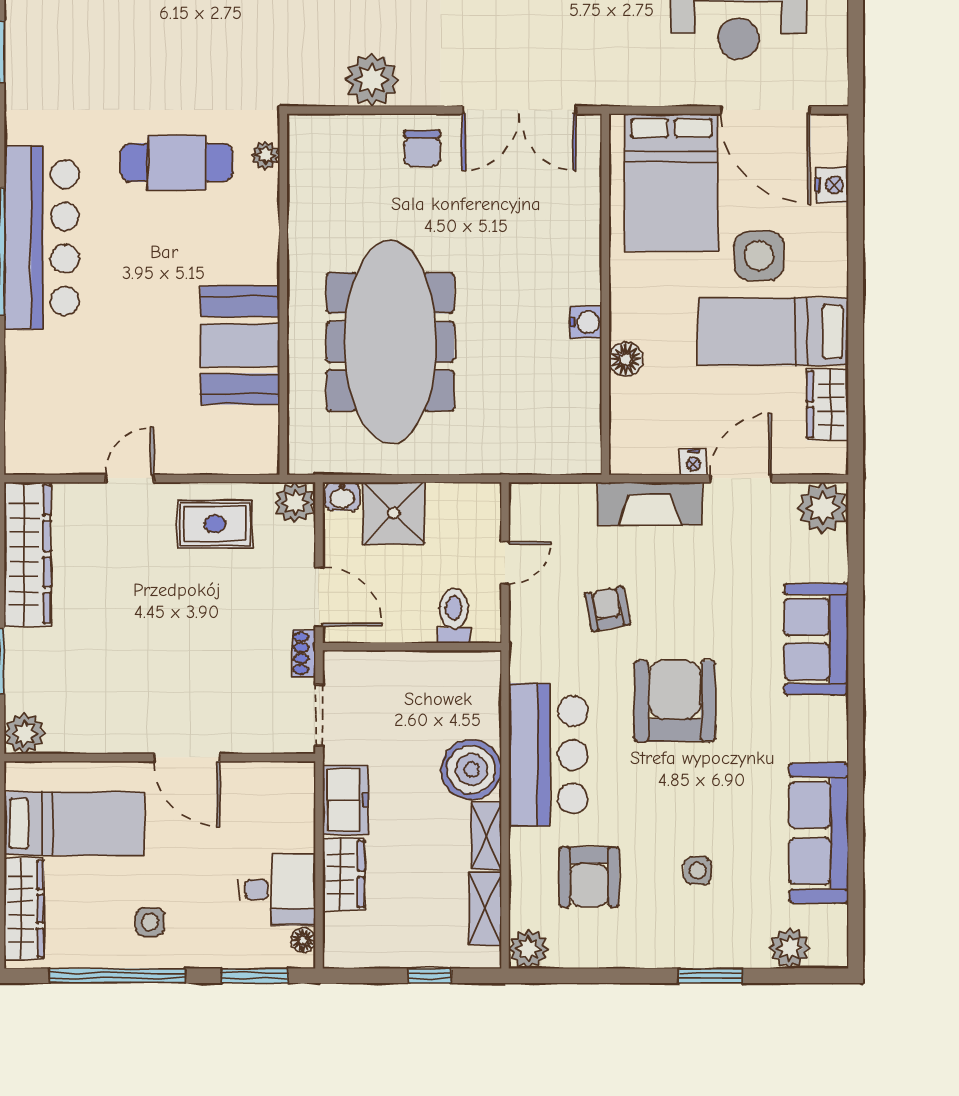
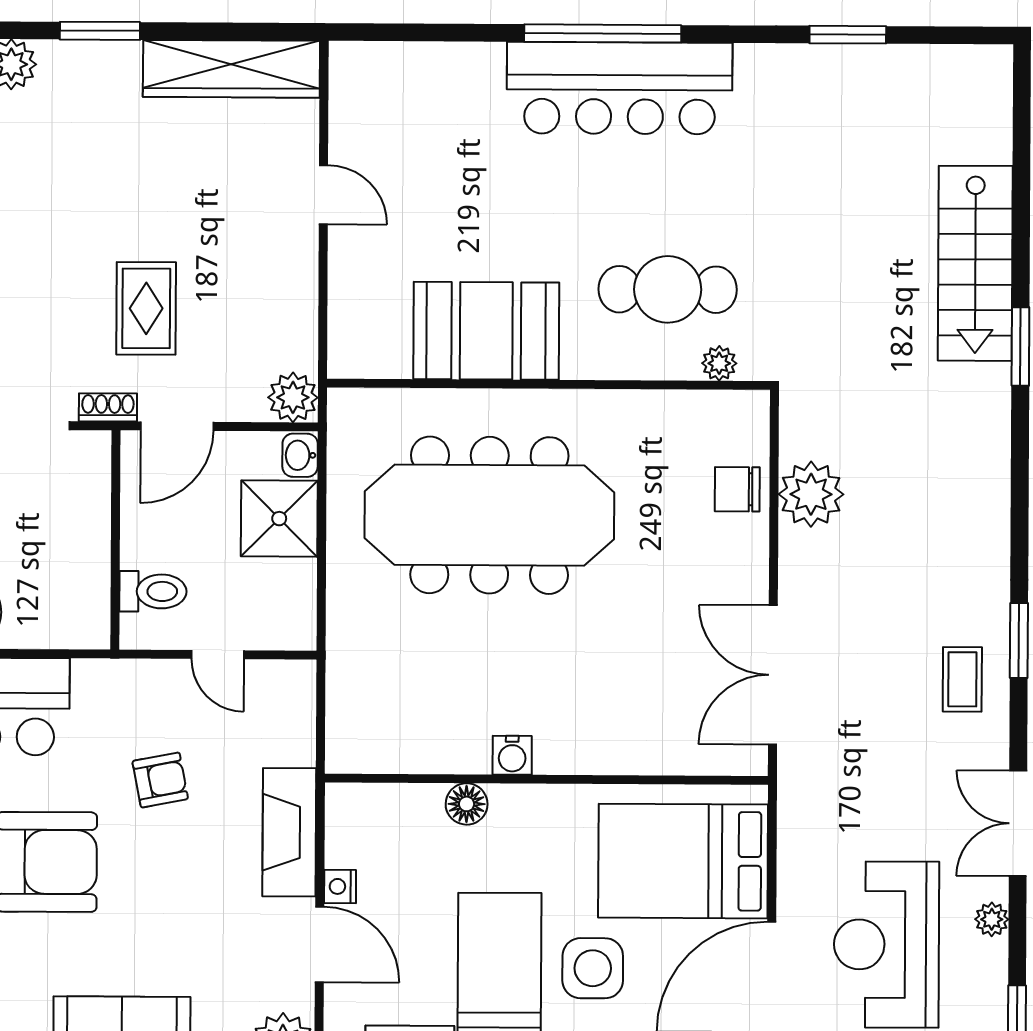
chair: (422, 148) -> (737, 489), moved
cafe table: (177, 162) -> (668, 289), moved, turned 90
rug: (215, 524) -> (146, 308), moved

